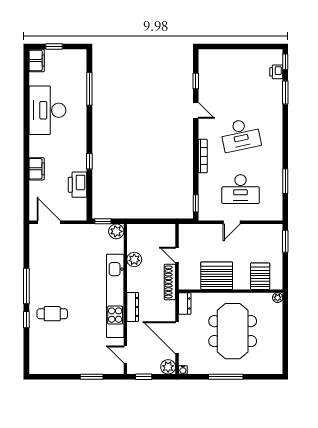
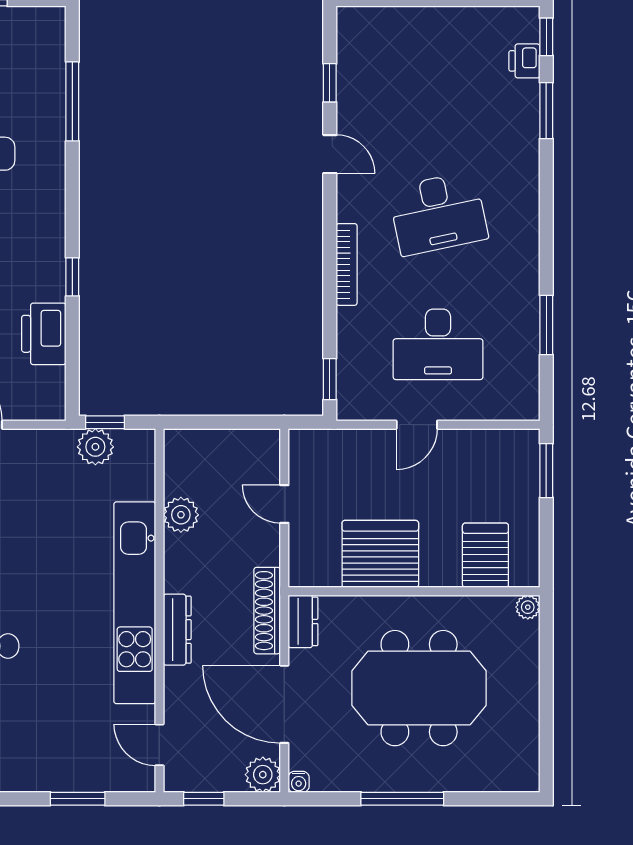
plant: (116, 231) -> (95, 447), moved
shoe rack: (170, 282) -> (267, 611), moved
meeting table: (233, 331) -> (419, 688), turned 90

